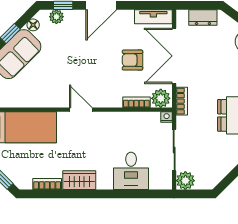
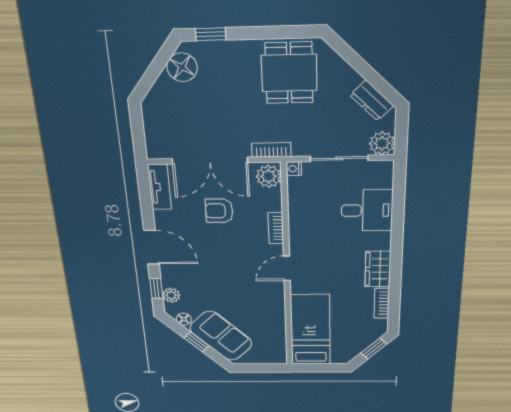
dresser: (203, 17) -> (372, 101), moved, turned 135
armchair: (132, 60) -> (219, 211), turned 91
bookcase: (136, 102) -> (276, 228), moved

